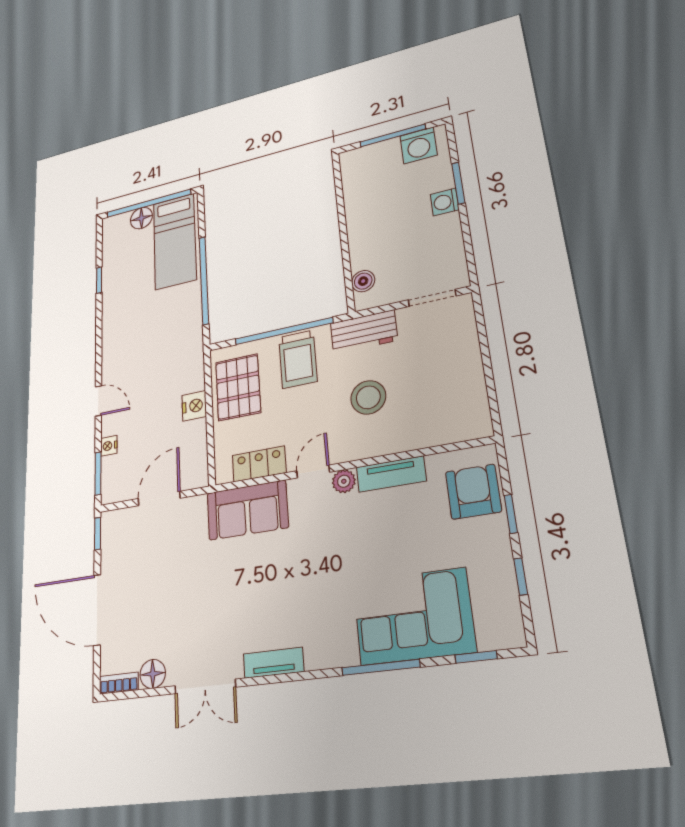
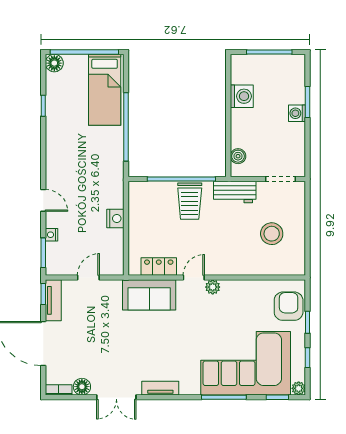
washing machine: (418, 145) -> (242, 96), moved, turned -90
floor lamp: (141, 218) -> (54, 63), moved
pallet: (238, 387) -> (147, 212), removed
stool: (368, 397) -> (272, 234), moved
tv unit: (391, 474) -> (53, 300), moved, turned -90
door: (159, 498) -> (88, 278), width x0.73
corner sofa: (413, 616) -> (246, 363), width x1.36, depth x1.36
plant: (513, 636) -> (299, 388), added

